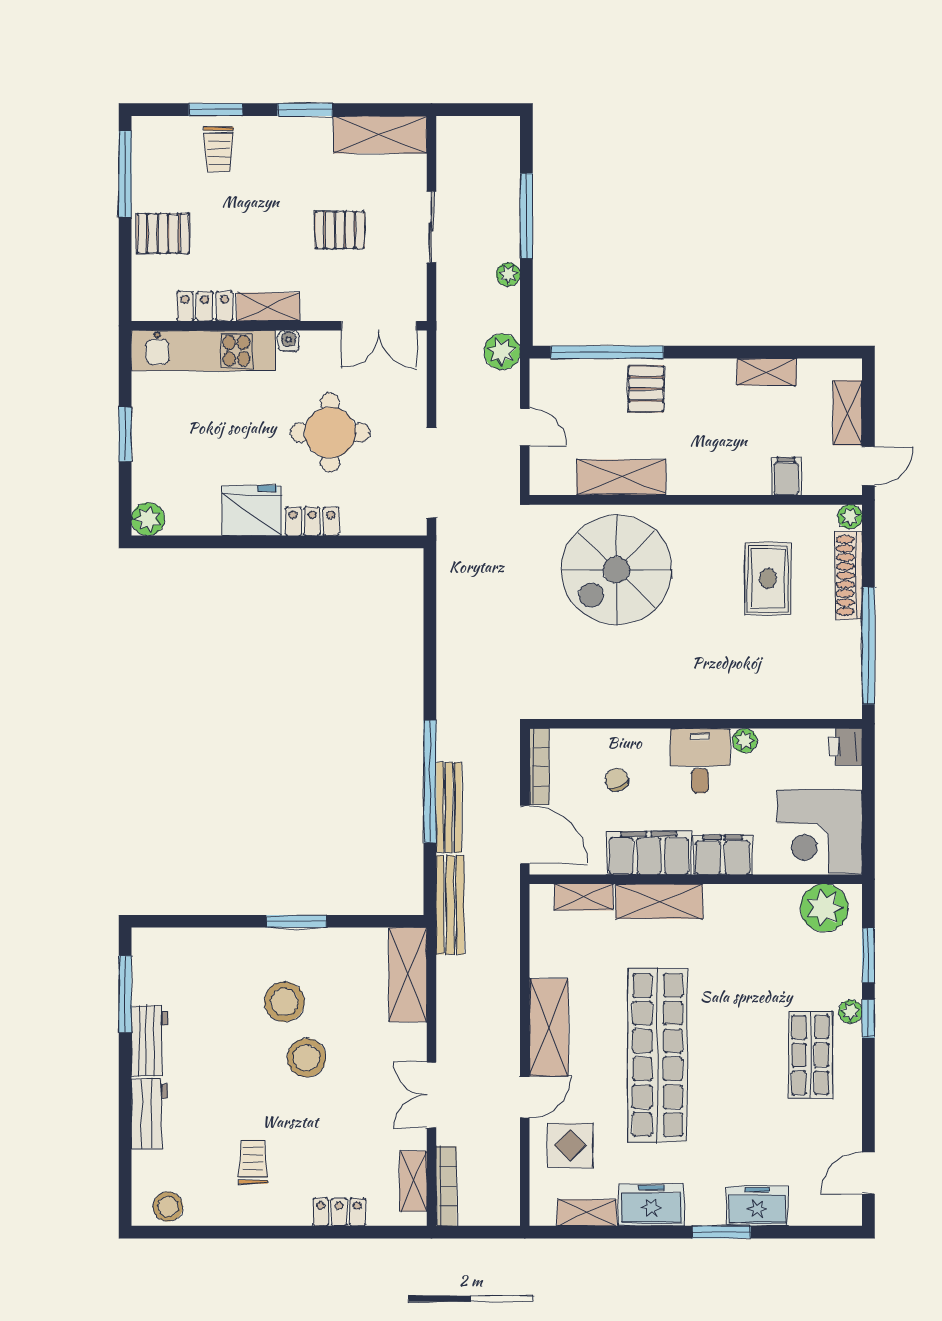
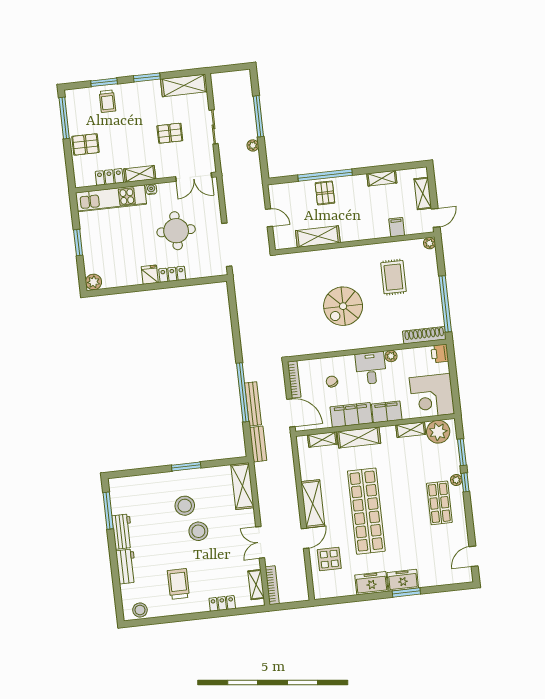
plant: (502, 352) -> (254, 183), removed
window: (607, 352) -> (325, 175), moved
fridge: (252, 511) -> (150, 275), width x0.53, depth x0.75
spiral stairs: (616, 570) -> (343, 306), moved, width x0.73, depth x0.73
shoe rack: (849, 575) -> (424, 335), moved, turned 90
bench: (450, 905) -> (258, 444), width x0.73
trolley: (253, 1162) -> (178, 584), width x1.36, depth x1.39
freezer: (757, 1206) -> (403, 580), moved
shelving: (587, 1213) -> (411, 430), moved

